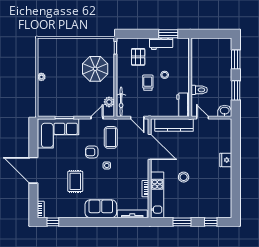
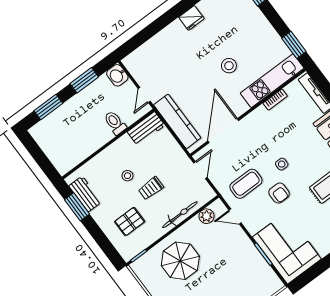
workbench: (161, 44) -> (85, 194), moved
bicycle: (121, 102) -> (180, 215), moved
fridge: (226, 160) -> (191, 18), moved
window: (182, 222) -> (294, 45), moved

